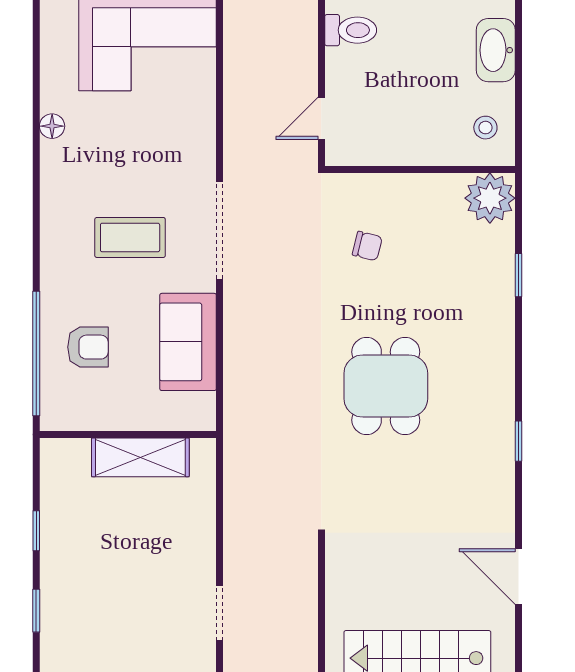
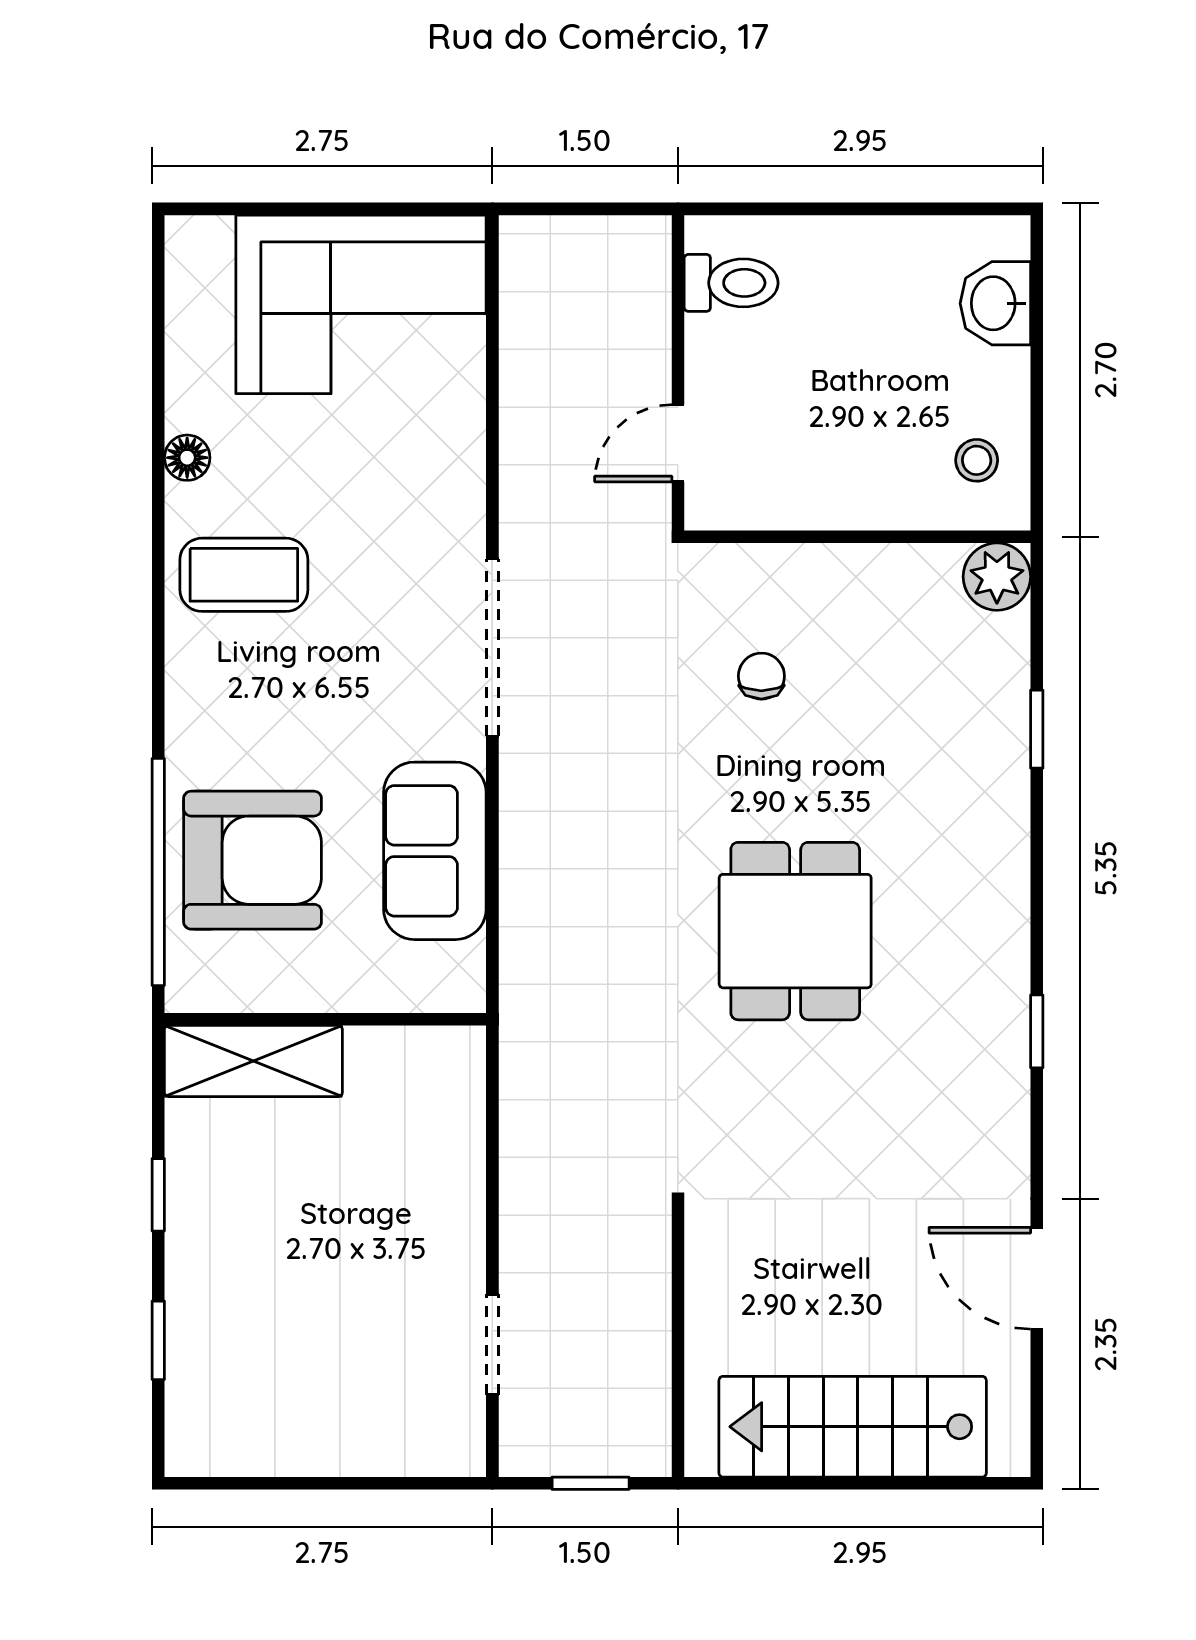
washbasin: (496, 50) -> (995, 303), width x0.72
plant: (490, 198) -> (997, 577), width x0.73, depth x0.73
coffee table: (130, 237) -> (244, 575), moved
chair: (367, 246) -> (761, 676), turned -104
armchair: (88, 347) -> (253, 860), width x1.88, depth x1.88
shelving: (140, 457) -> (253, 1061), moved

